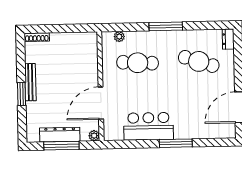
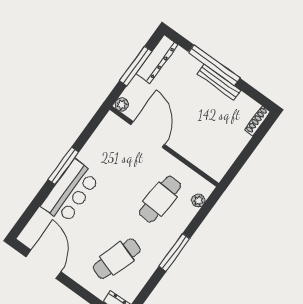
window: (22, 94) -> (214, 65), width x2.11
bar counter: (149, 126) -> (71, 192), moved
dresser: (60, 135) -> (157, 59), moved
window: (176, 143) -> (63, 166), moved

